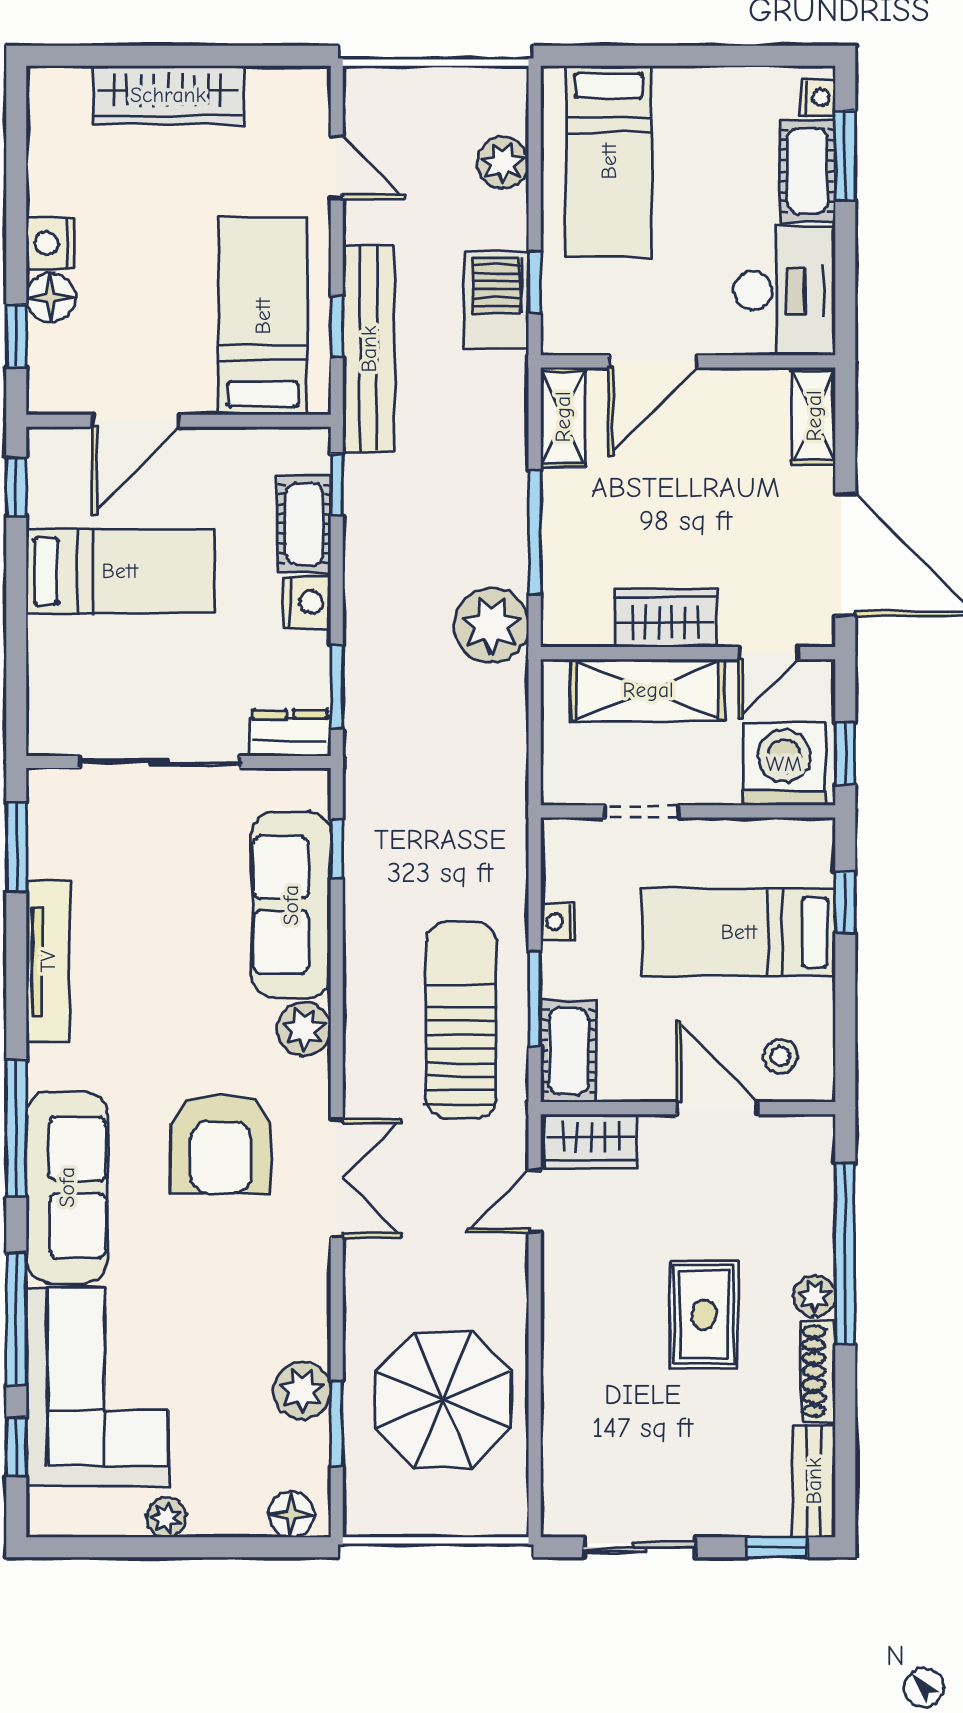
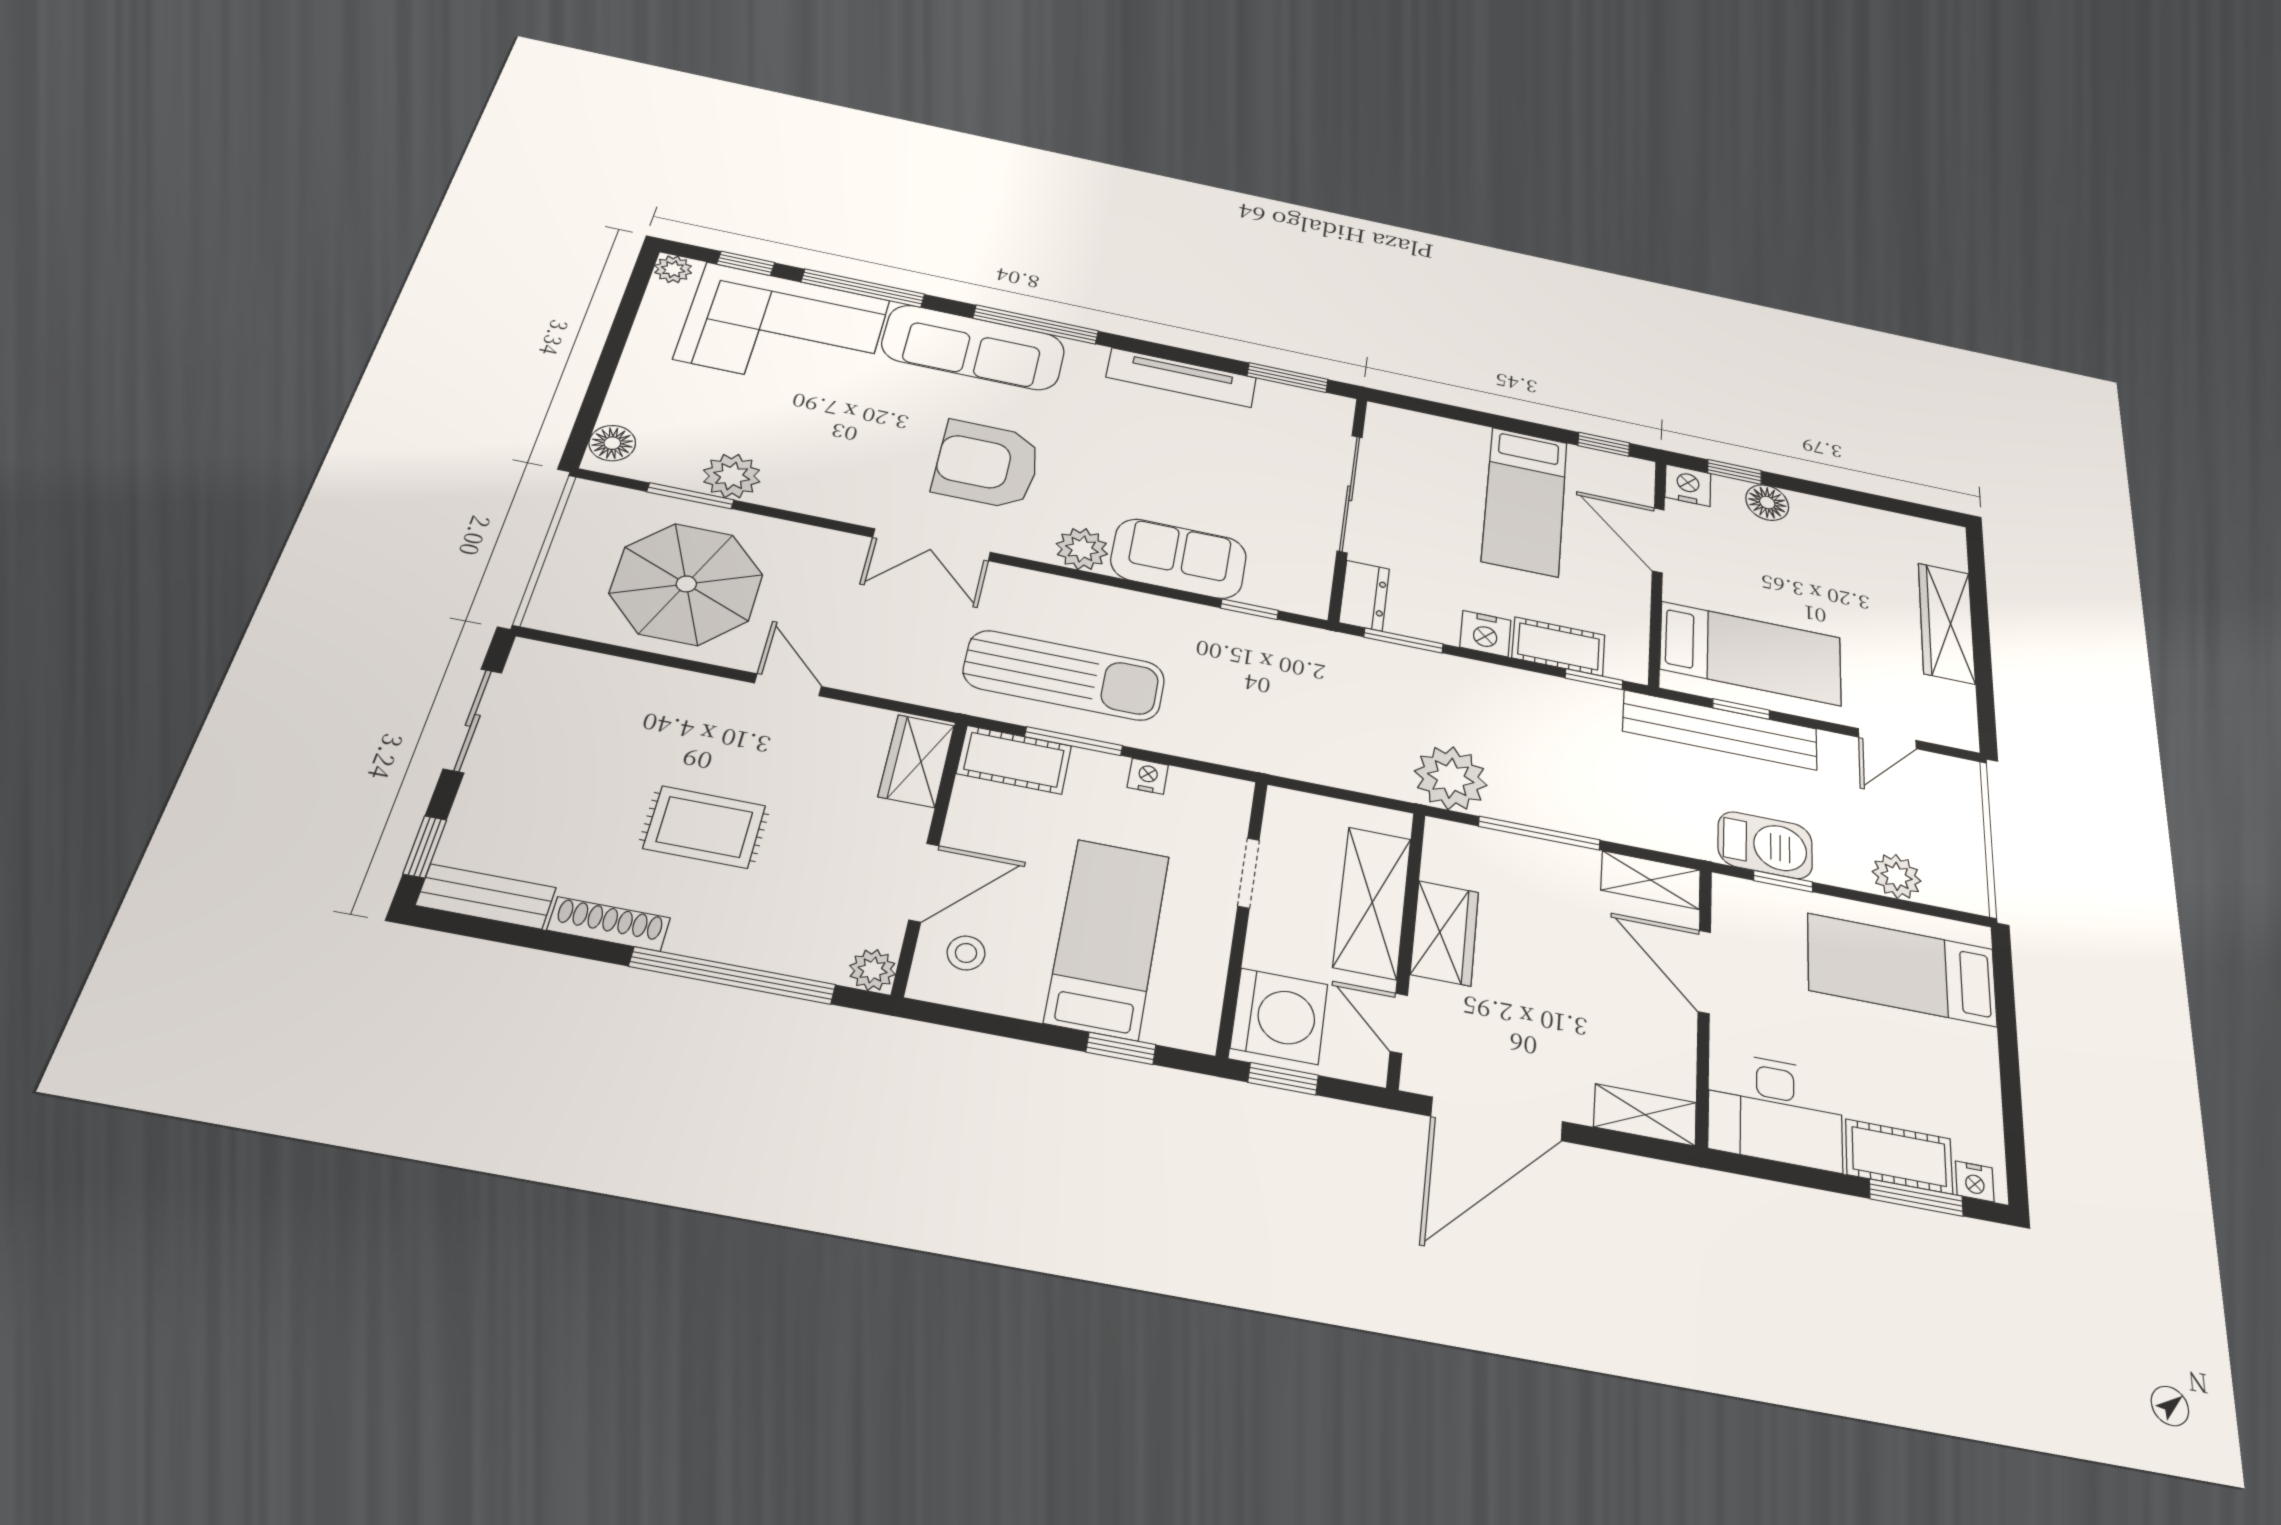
nightstand: (50, 243) -> (1688, 485), moved
sofa: (291, 905) -> (1179, 559), width x0.73
door: (535, 1202) -> (788, 685), moved
plant: (815, 1296) -> (873, 970), moved
plant: (166, 1518) -> (673, 269), moved

